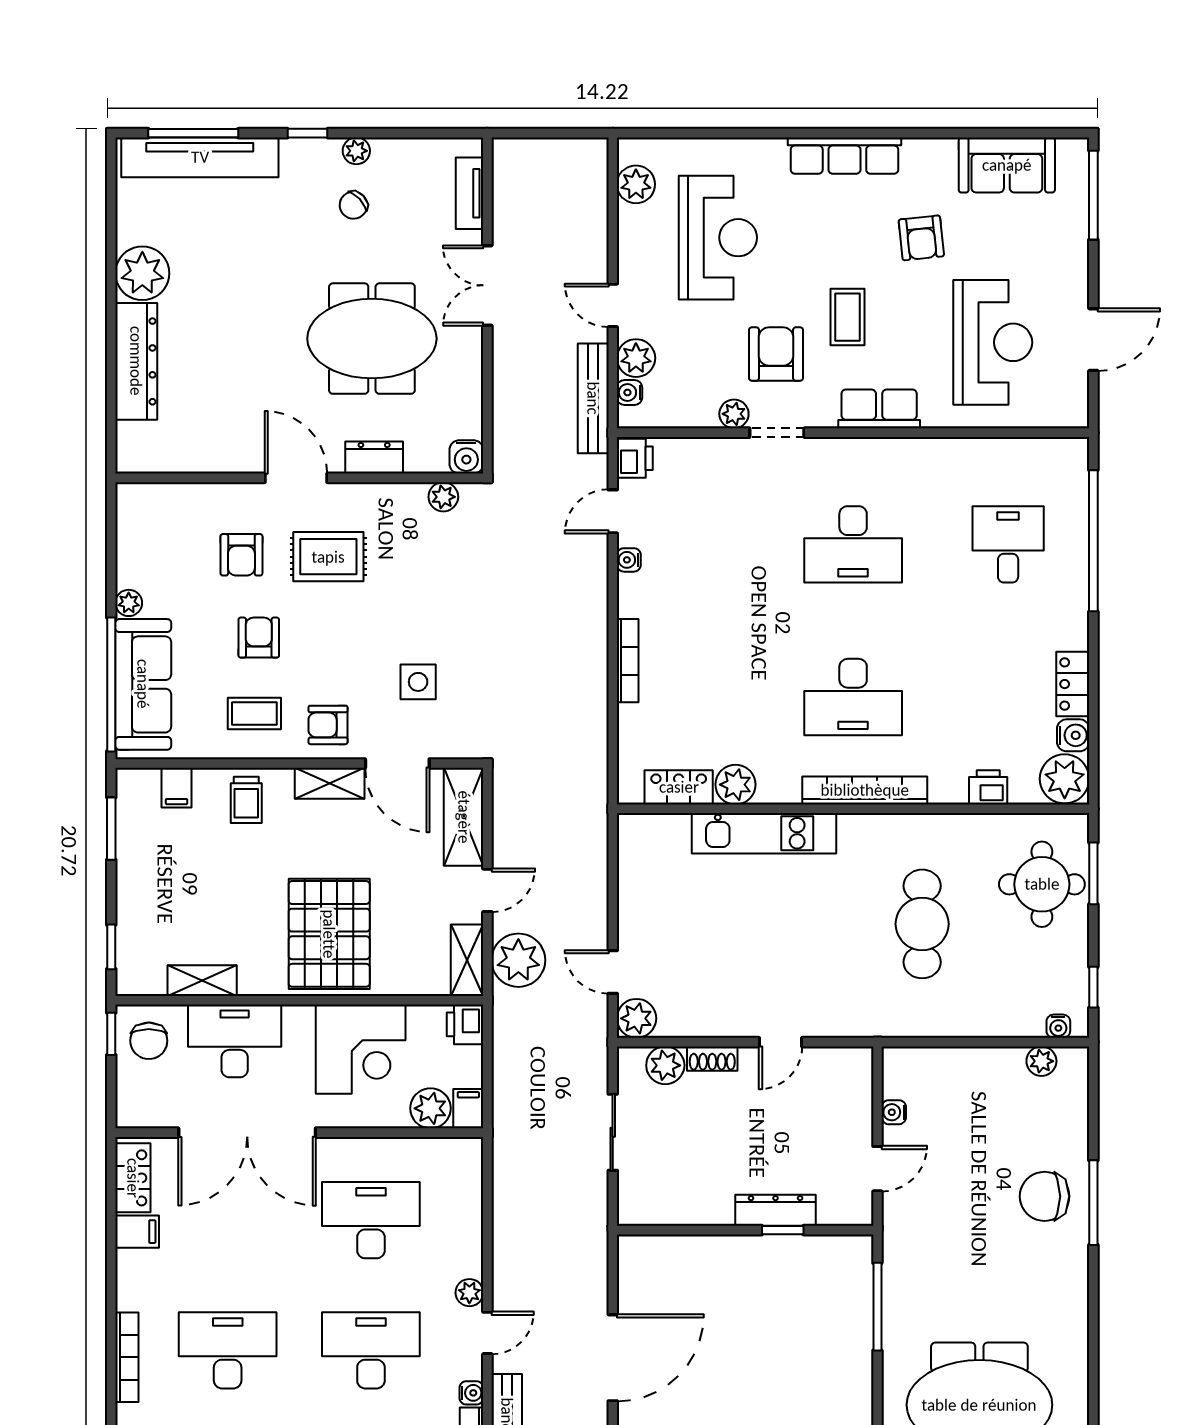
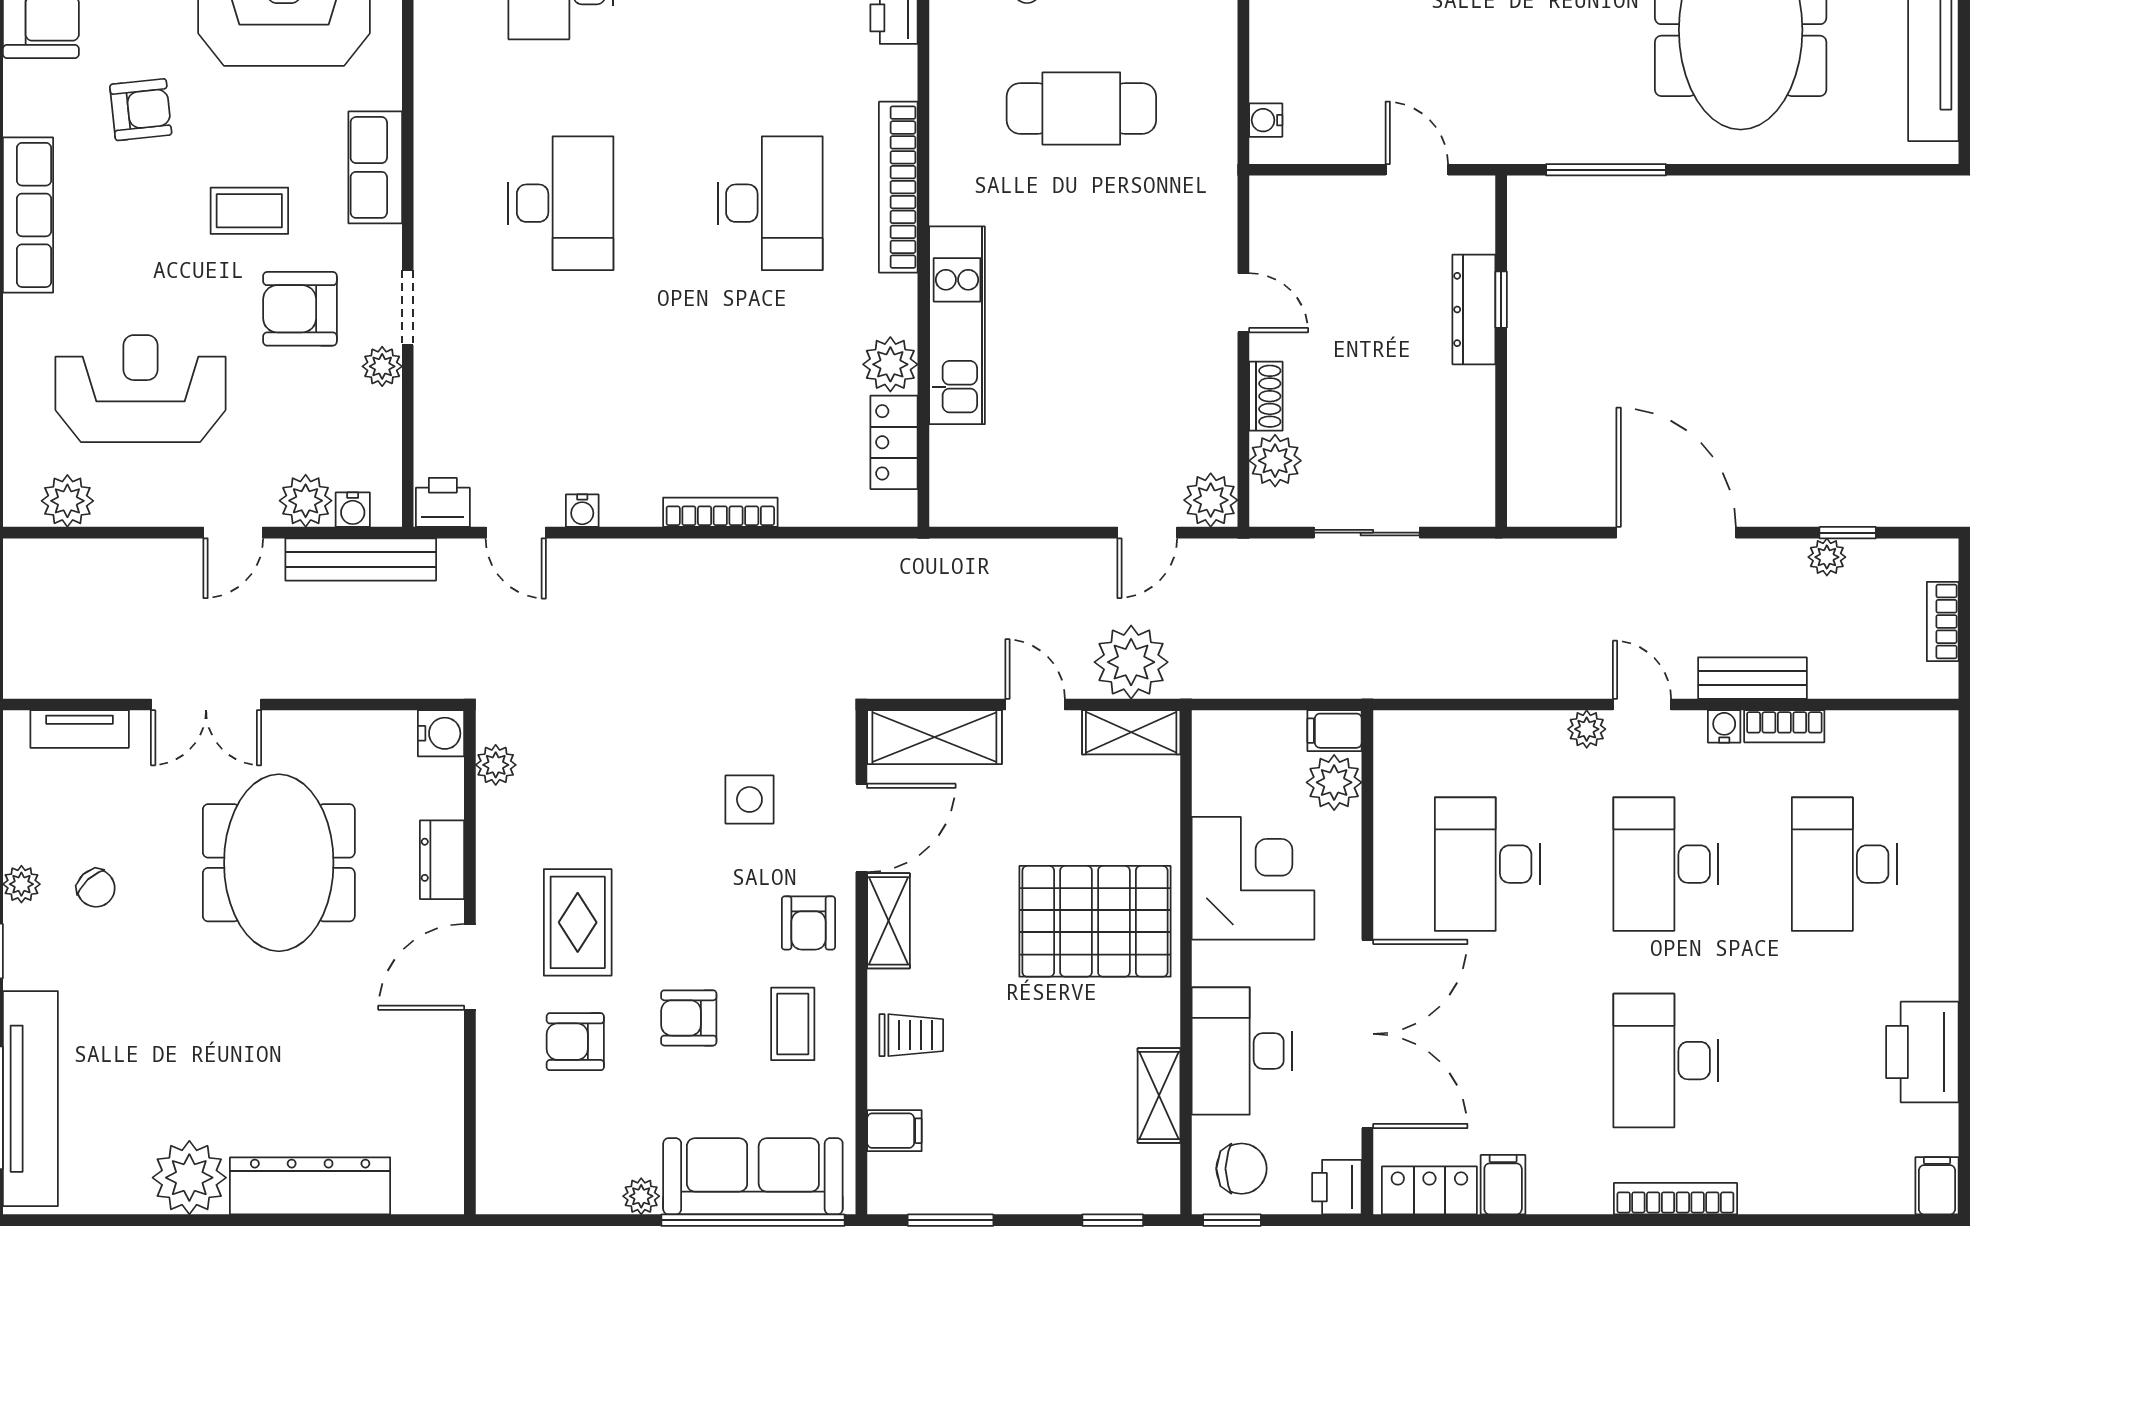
armchair: (241, 555) -> (575, 1042), turned 180
printer: (465, 1024) -> (1337, 1187), moved, turned 90
water cooler: (894, 1112) -> (1266, 120), moved, turned 90

